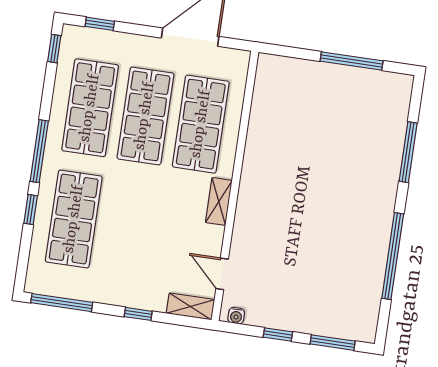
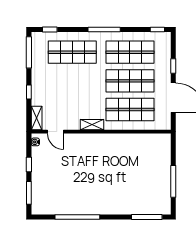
window: (100, 24) -> (173, 66), moved
window: (408, 152) -> (147, 217), moved
window: (31, 209) -> (50, 30), moved
door: (222, 274) -> (55, 132), swing flipped

